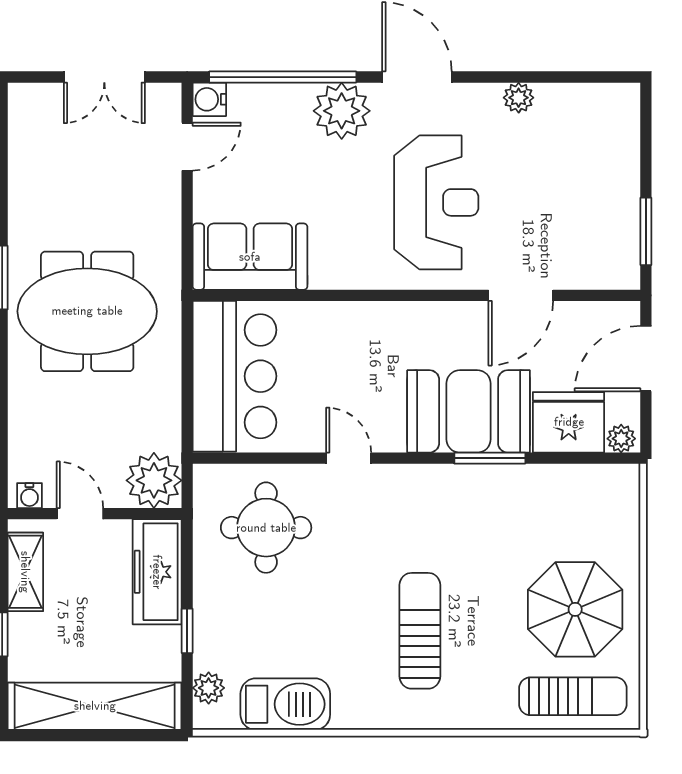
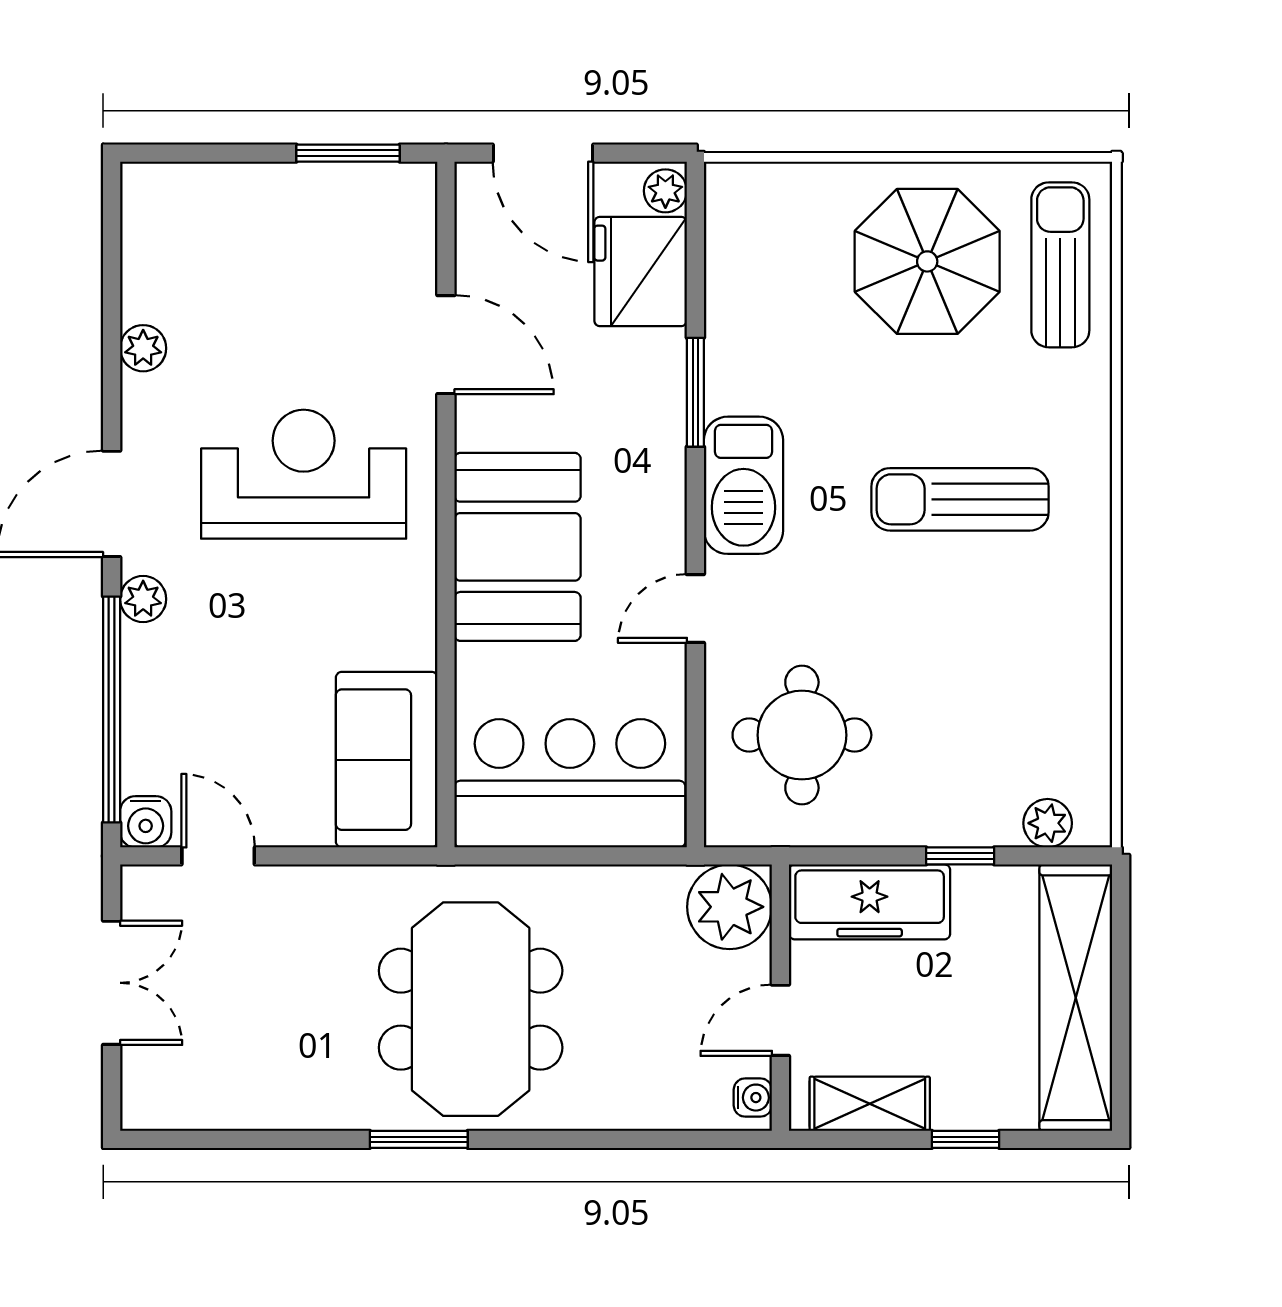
plant: (342, 111) -> (143, 599), width x0.53, depth x0.53
booth: (469, 411) -> (518, 547), moved
barbecue: (285, 704) -> (743, 485), moved, turned 180

